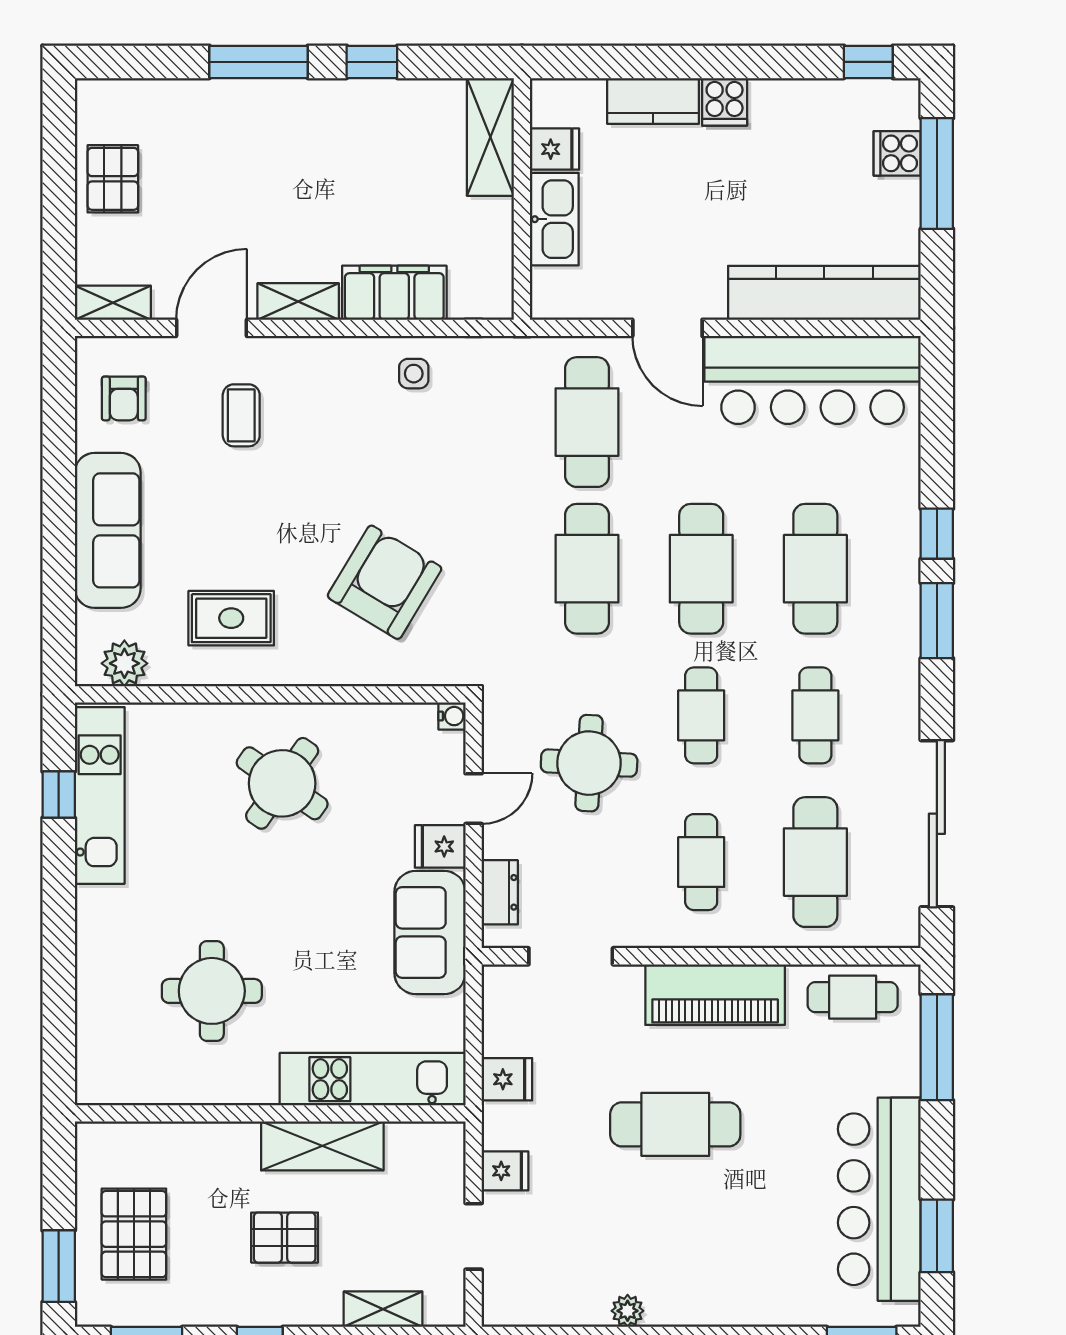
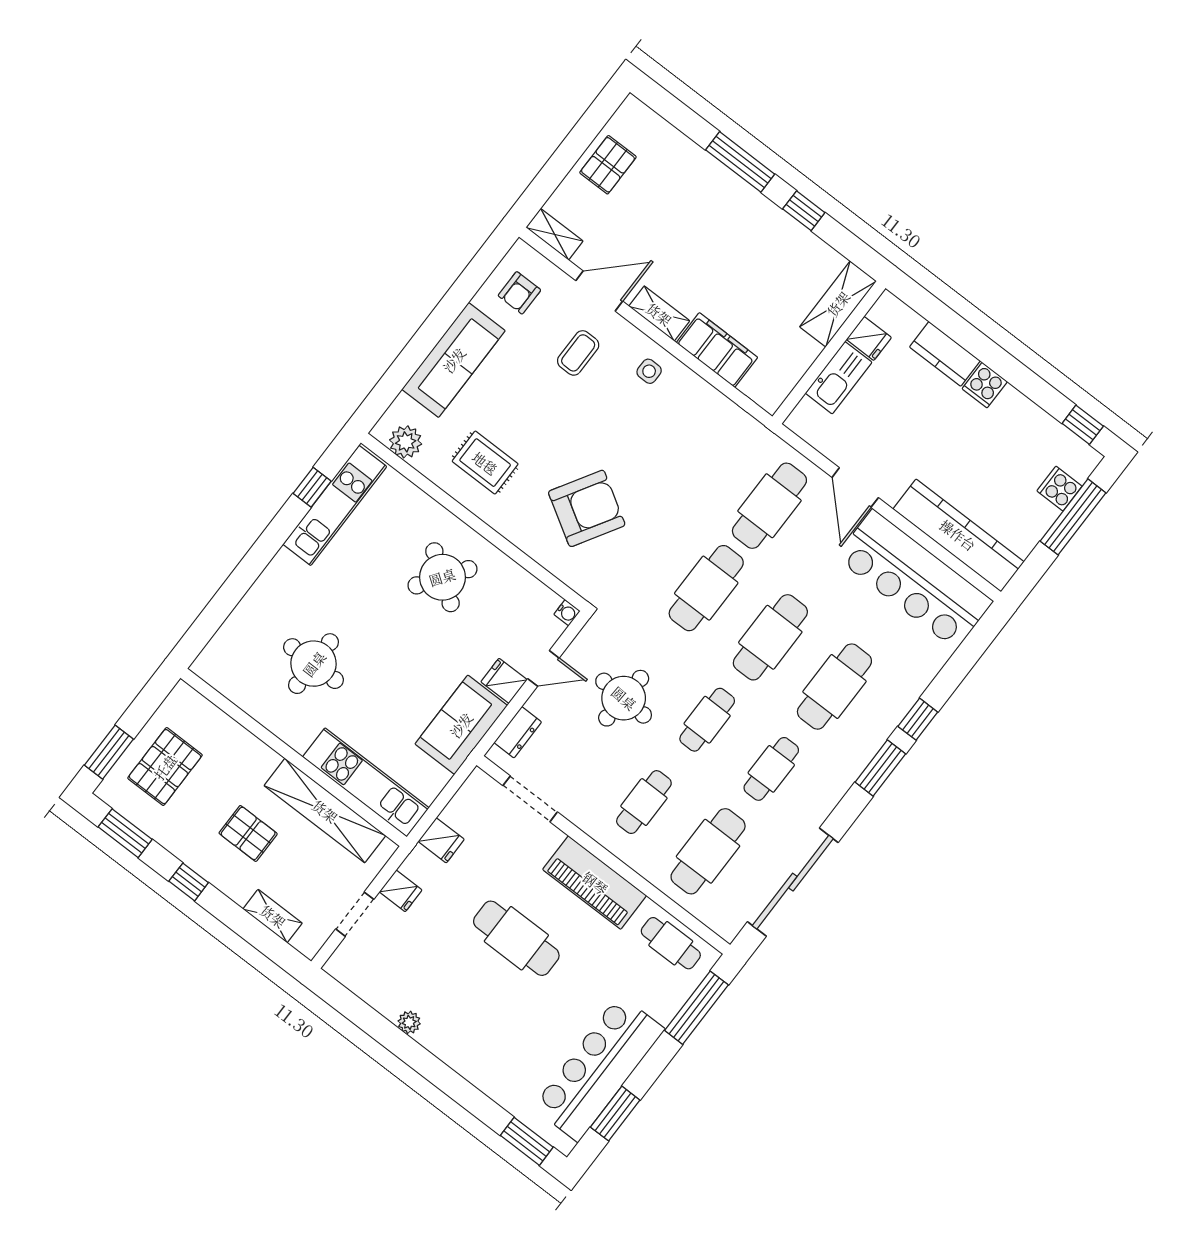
side table: (414, 374) -> (649, 371), moved
shelving: (322, 1146) -> (325, 811), width x1.47

